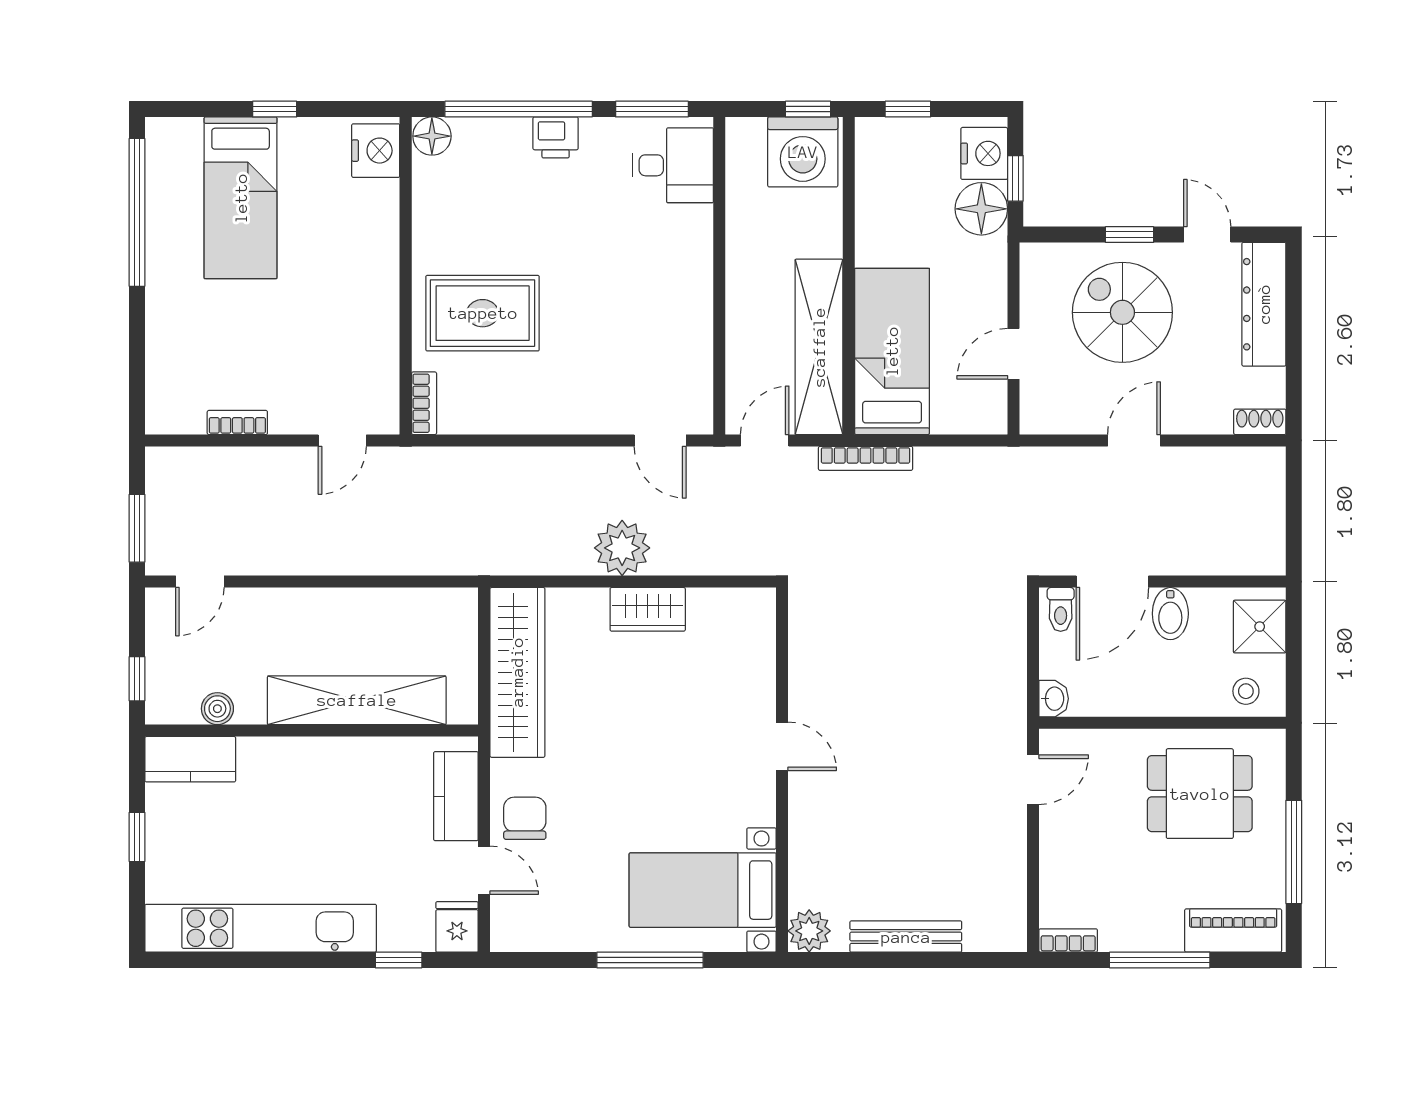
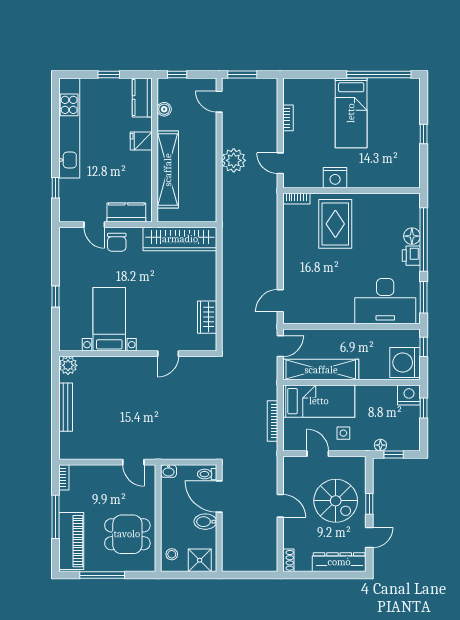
window: (808, 109) -> (424, 347), moved
floor lamp: (432, 136) -> (412, 236), moved
nightstand: (376, 151) -> (335, 178), moved
nightstand: (984, 153) -> (409, 395), moved, turned 180
desk: (673, 165) -> (385, 301), width x1.87, depth x1.30
bed: (241, 198) -> (351, 113), moved, turned -90
floor lamp: (981, 209) -> (380, 445), width x0.53, depth x0.53
side table: (966, 295) -> (343, 433), added
spiral stairs: (1122, 312) -> (336, 501), turned 90
door: (765, 440) -> (280, 346), hinge flipped
bookcase: (866, 458) -> (272, 421), moved
plant: (622, 548) -> (234, 160), moved
wardrobe: (648, 609) -> (207, 317), moved
door: (782, 746) -> (168, 354), moved
dining table: (1200, 794) -> (127, 534), turned 90
chair: (525, 818) -> (117, 242), turned 90
door: (484, 870) -> (94, 225), hinge flipped
bed with nightstands: (703, 890) -> (109, 319), moved
fridge: (457, 927) -> (141, 141), moved, turned 180
piano: (1233, 931) -> (71, 541), width x1.37, depth x1.33
window: (650, 960) -> (55, 296), width x0.46

